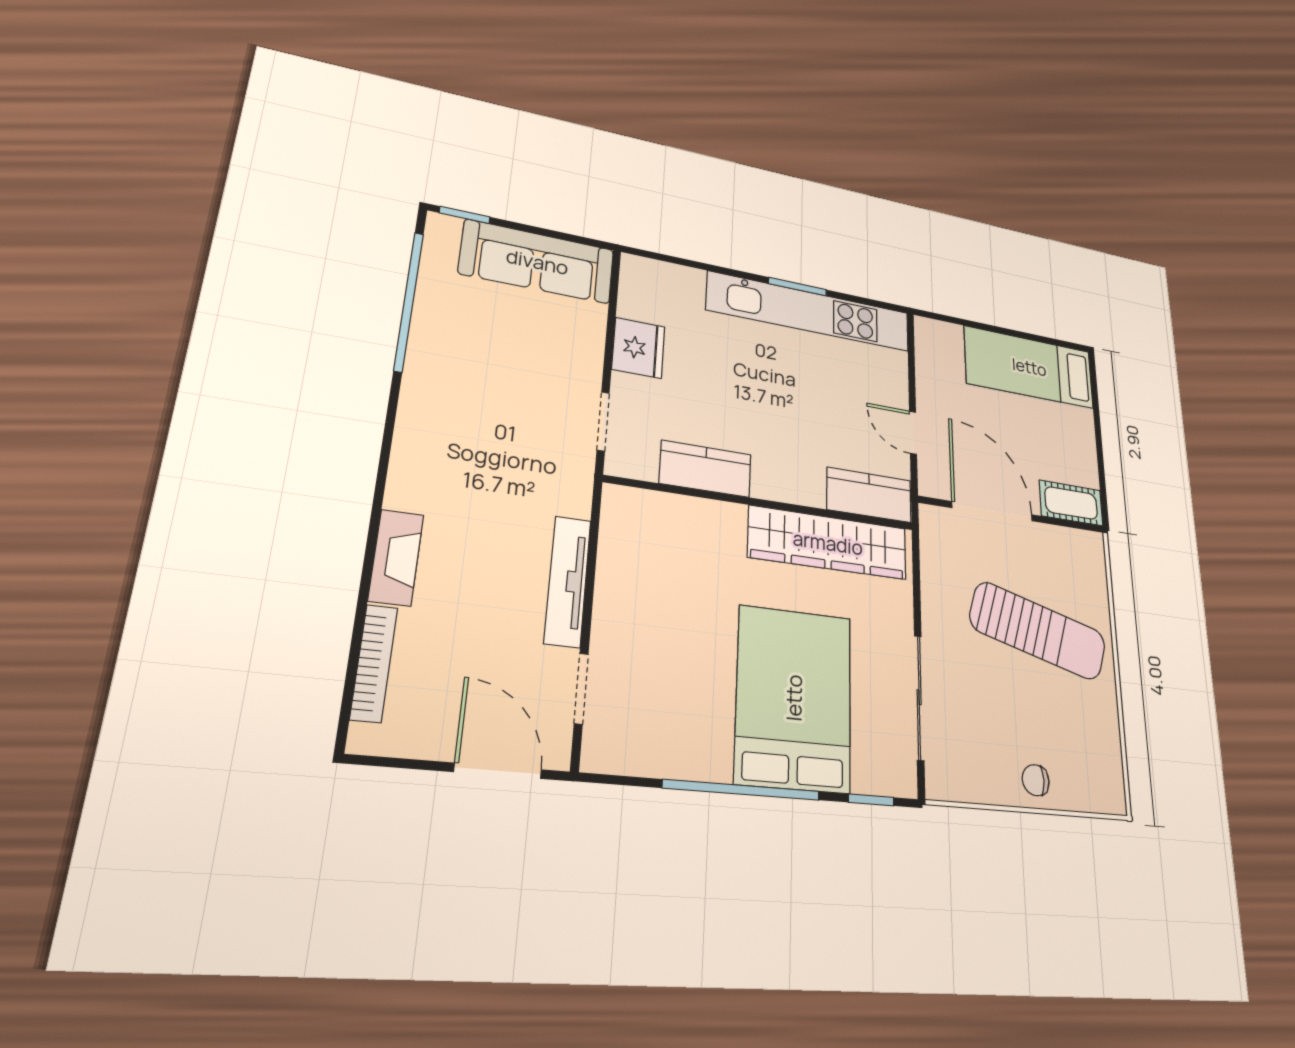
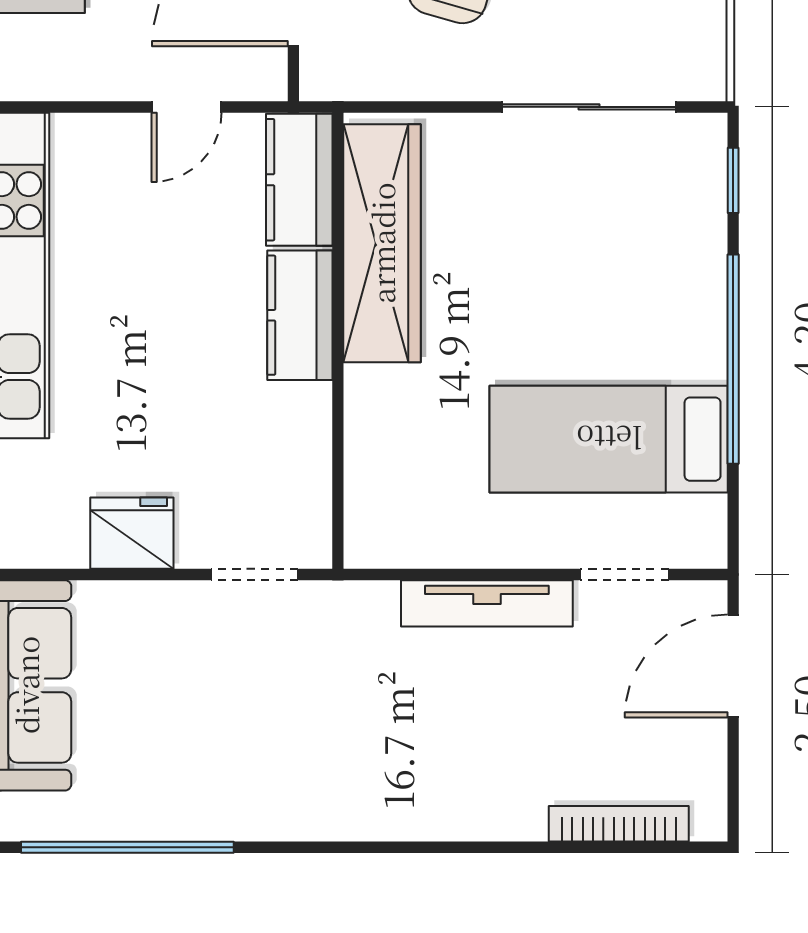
kitchen counter: (706, 469) -> (300, 315), moved
fireplace: (396, 558) -> (485, 816), removed
bed: (794, 698) -> (609, 439), moved, width x0.67

